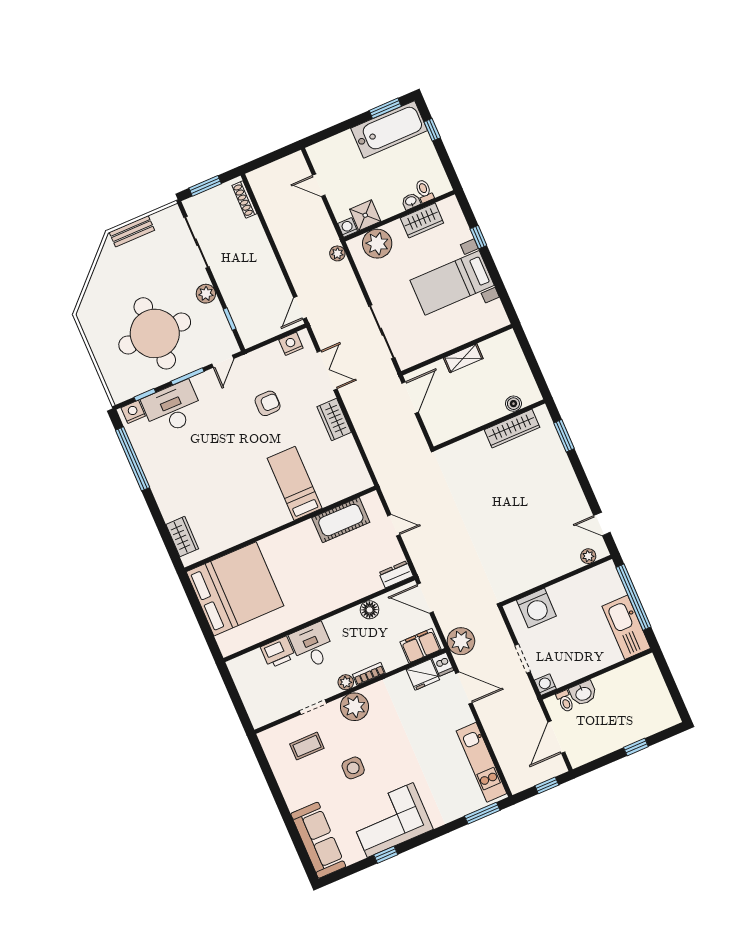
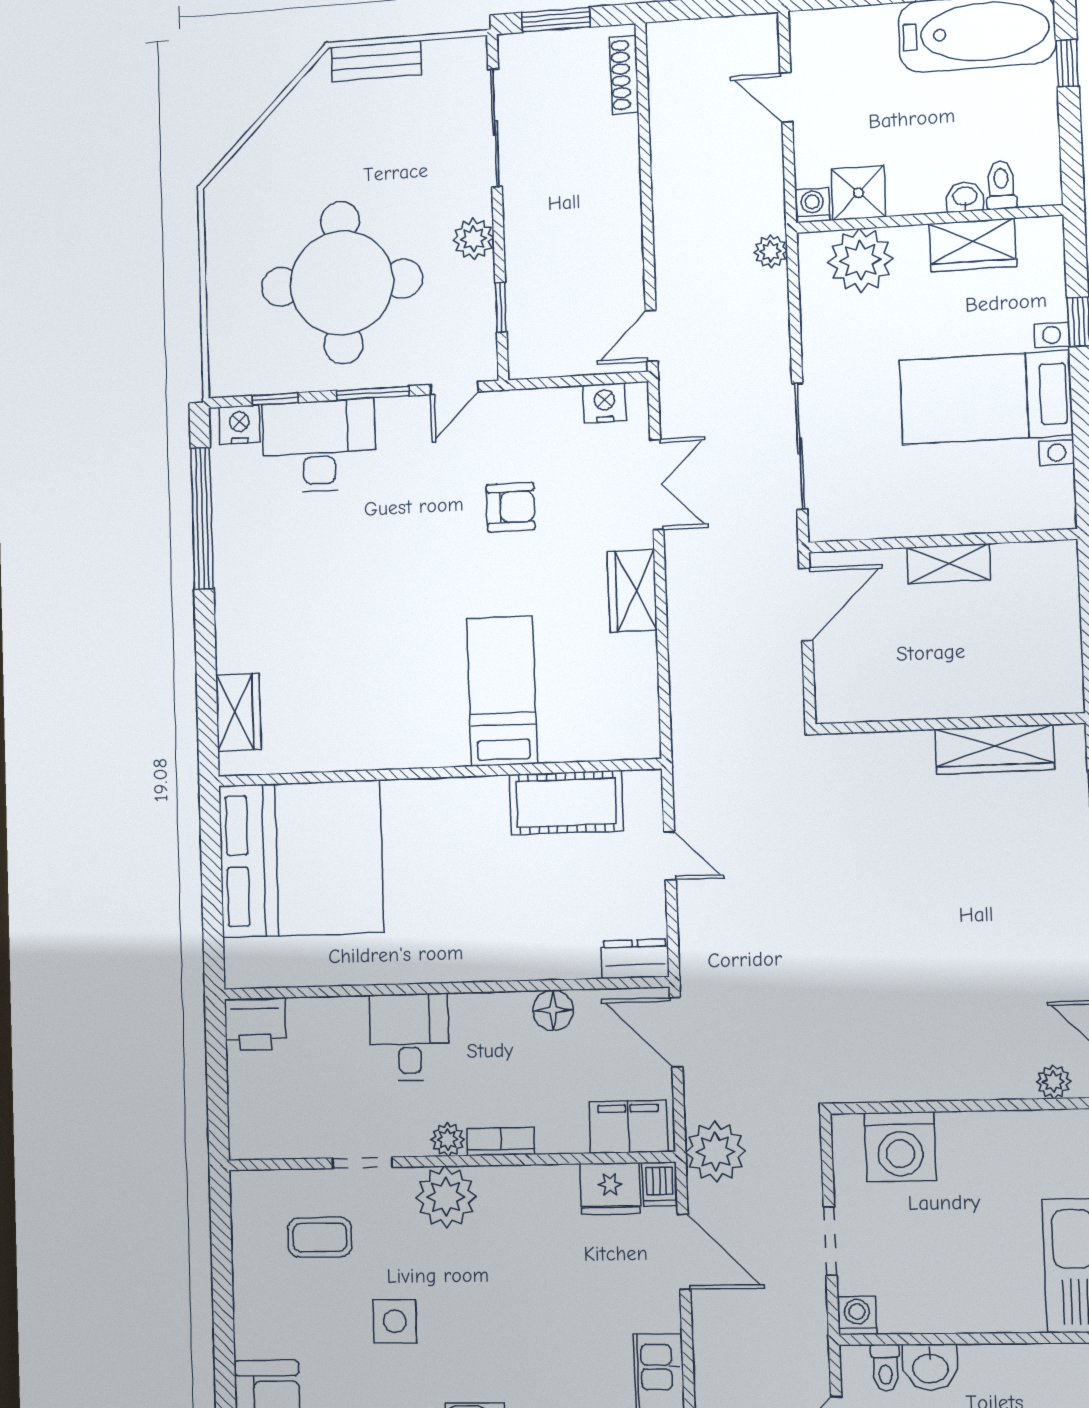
boiler: (513, 404) -> (1018, 698), removed
printer: (278, 652) -> (255, 1024), moved

